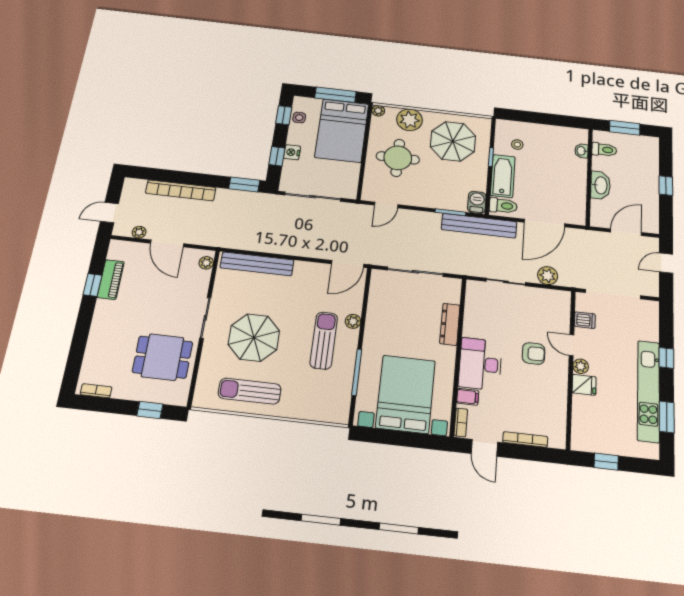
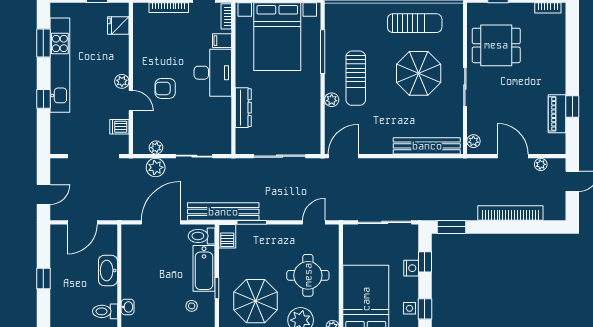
plant: (546, 295) -> (156, 148), added
fridge: (584, 385) -> (118, 26), moved

